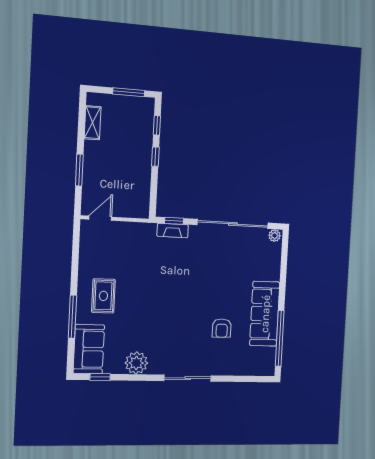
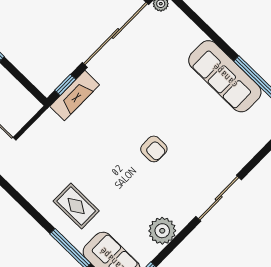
fireplace: (173, 231) -> (75, 96), width x1.37, depth x1.32
armchair: (222, 328) -> (154, 149), moved

